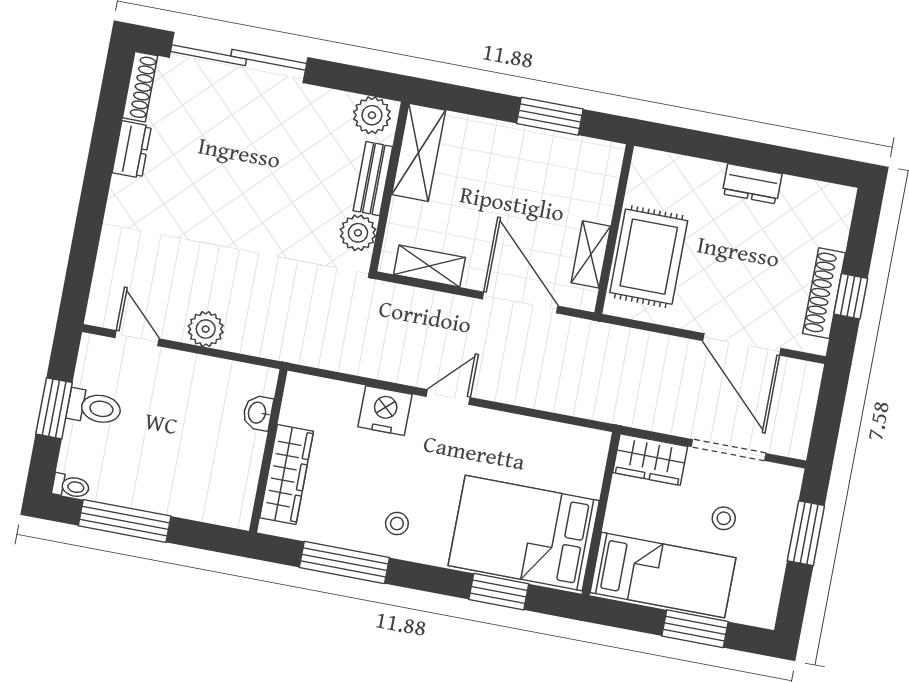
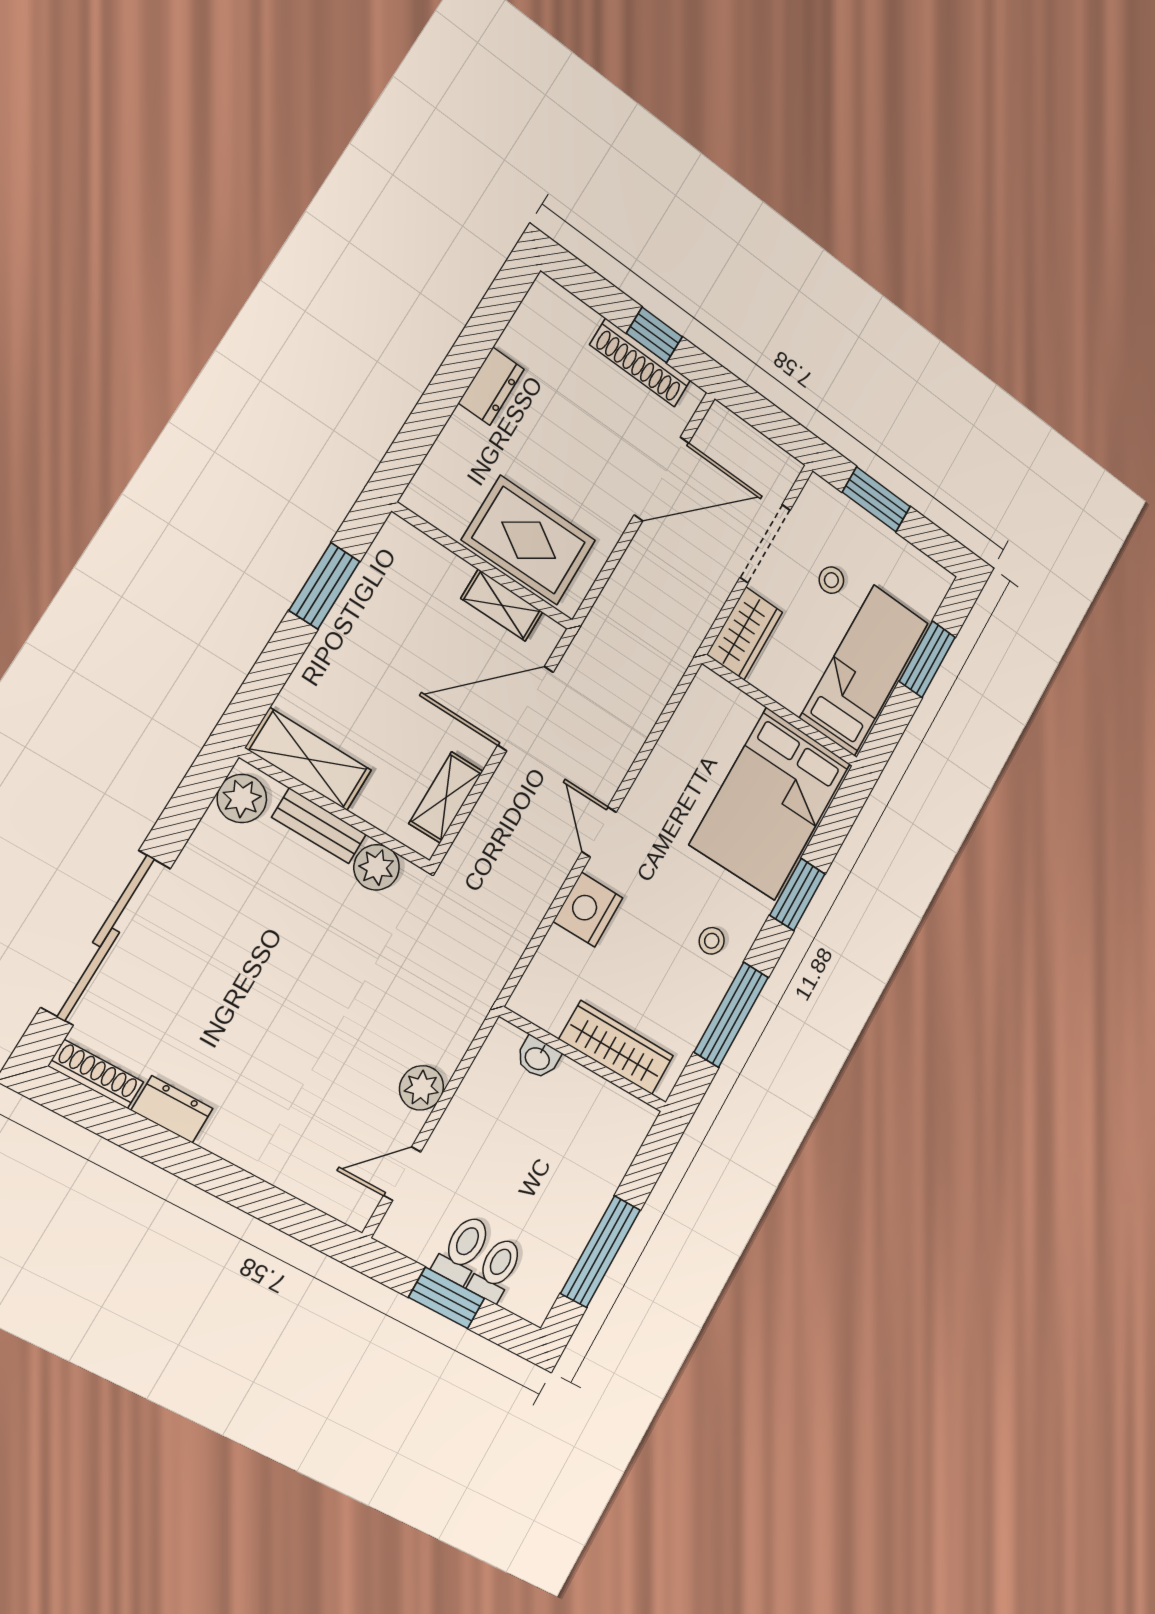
toilet: (71, 486) -> (496, 1269), moved, width x1.37, depth x1.39
window: (499, 592) -> (797, 894), moved

